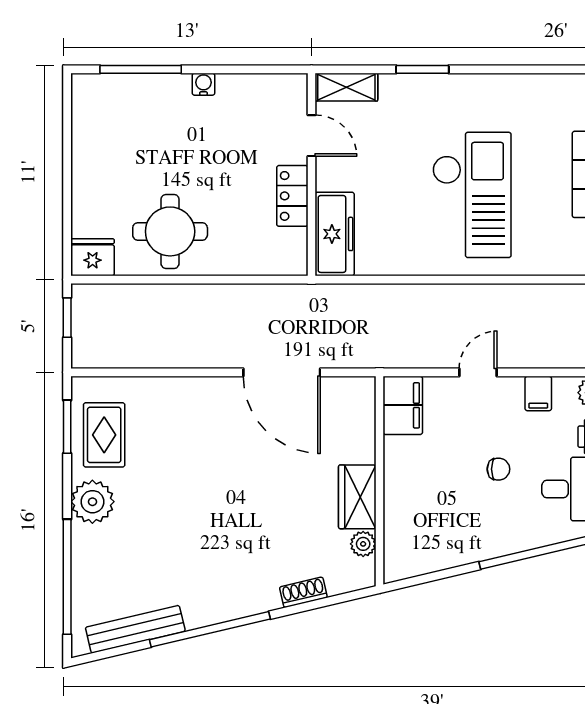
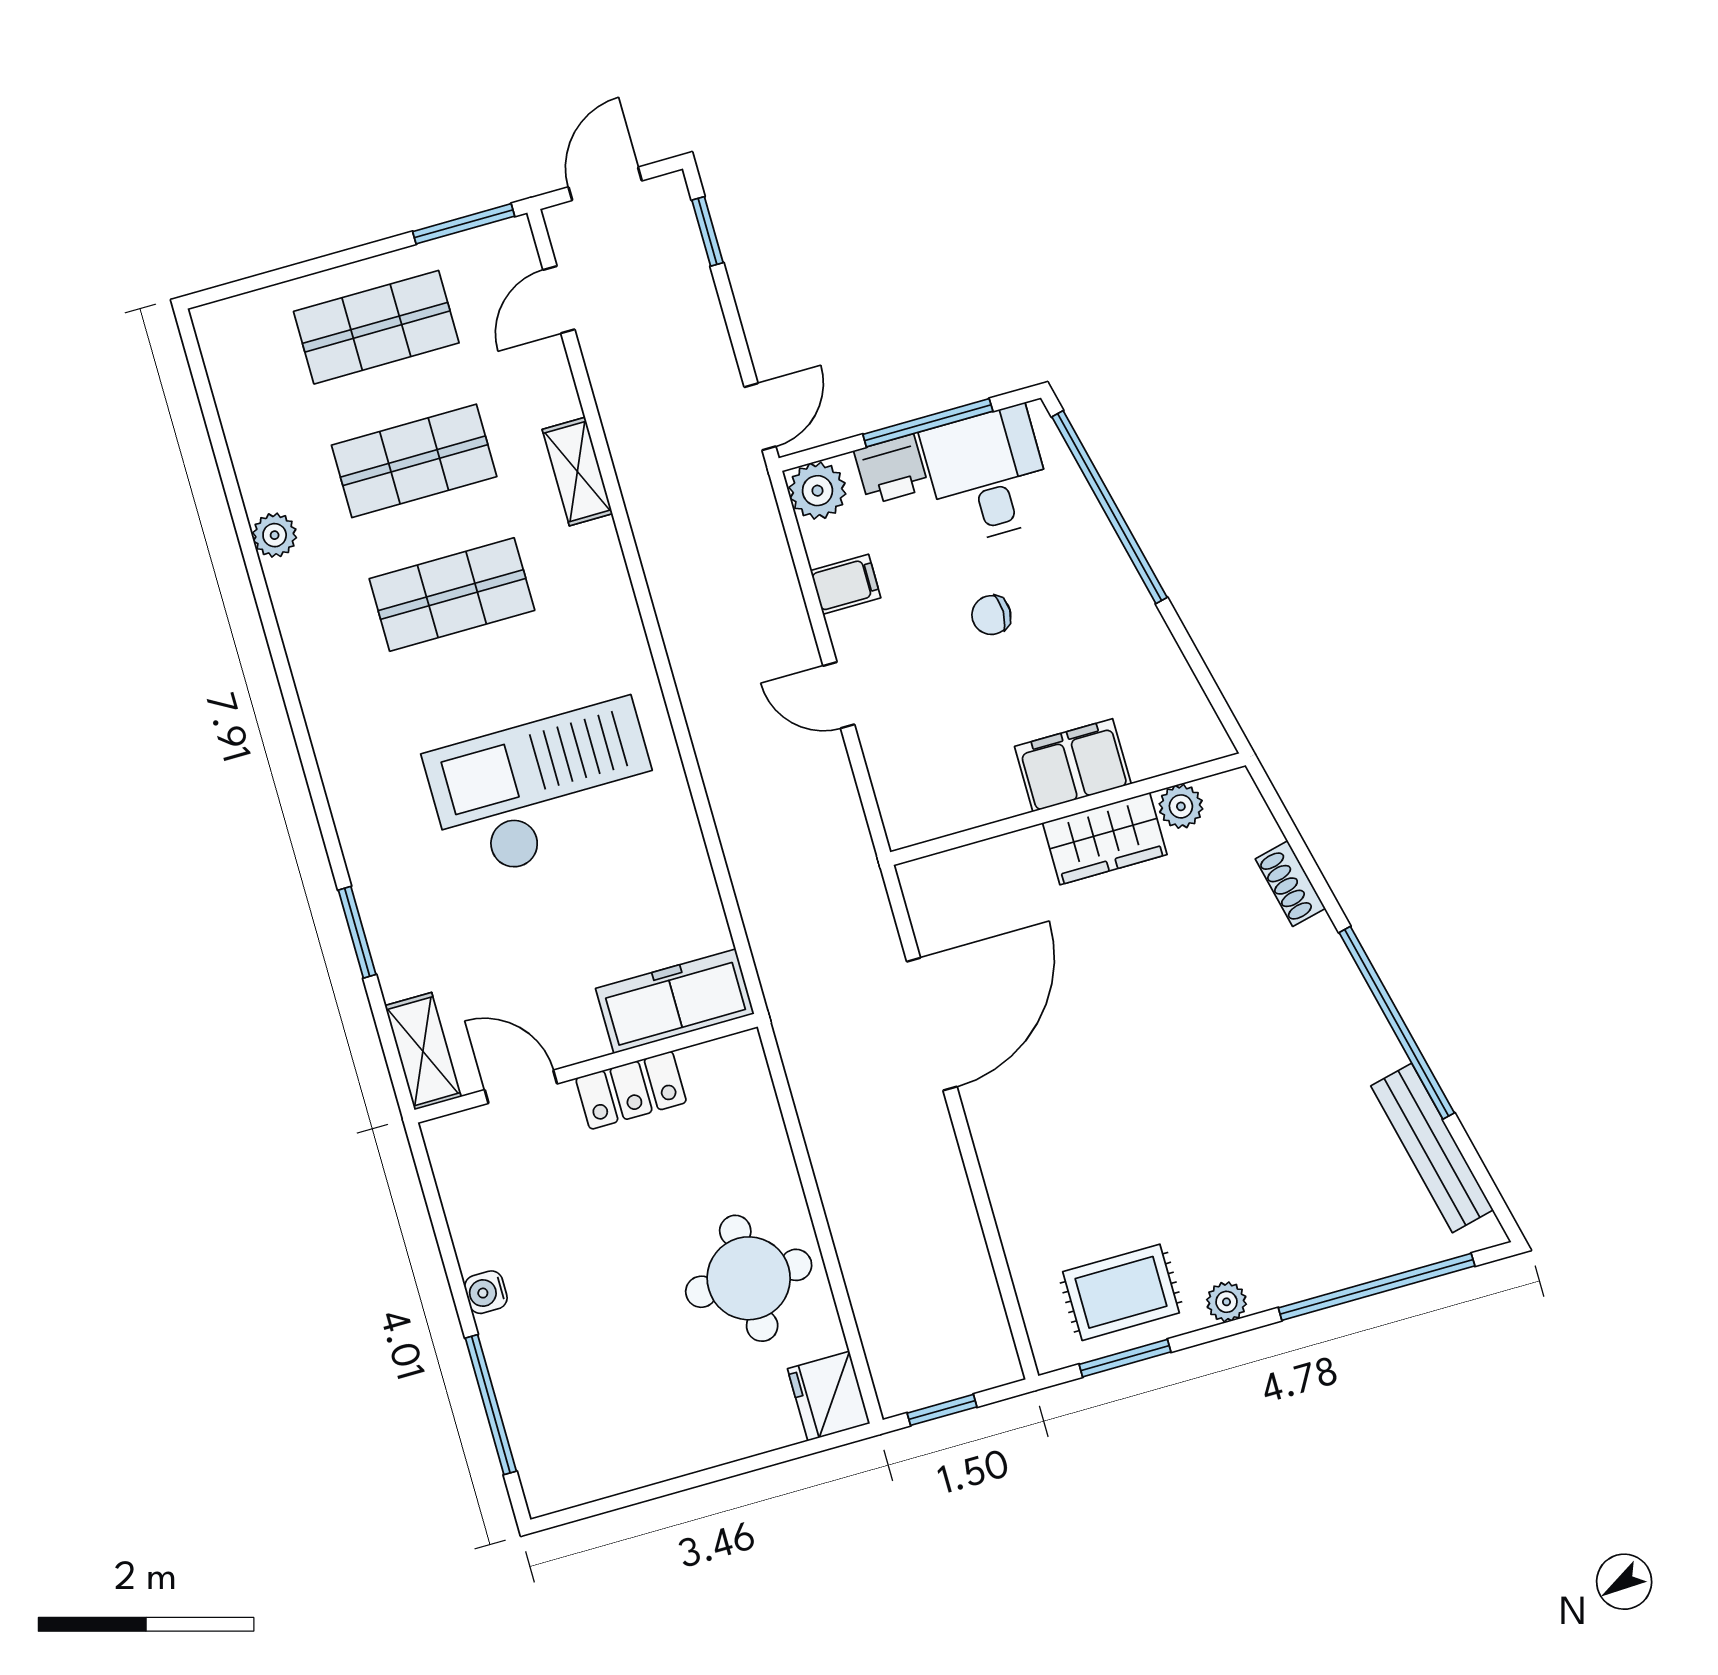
door: (311, 136) -> (521, 1087), hinge flipped
filing cabinet: (403, 405) -> (1073, 765), moved
chair: (498, 469) -> (991, 615), turned -90
plant: (92, 502) -> (1226, 1302), width x0.53, depth x0.53

